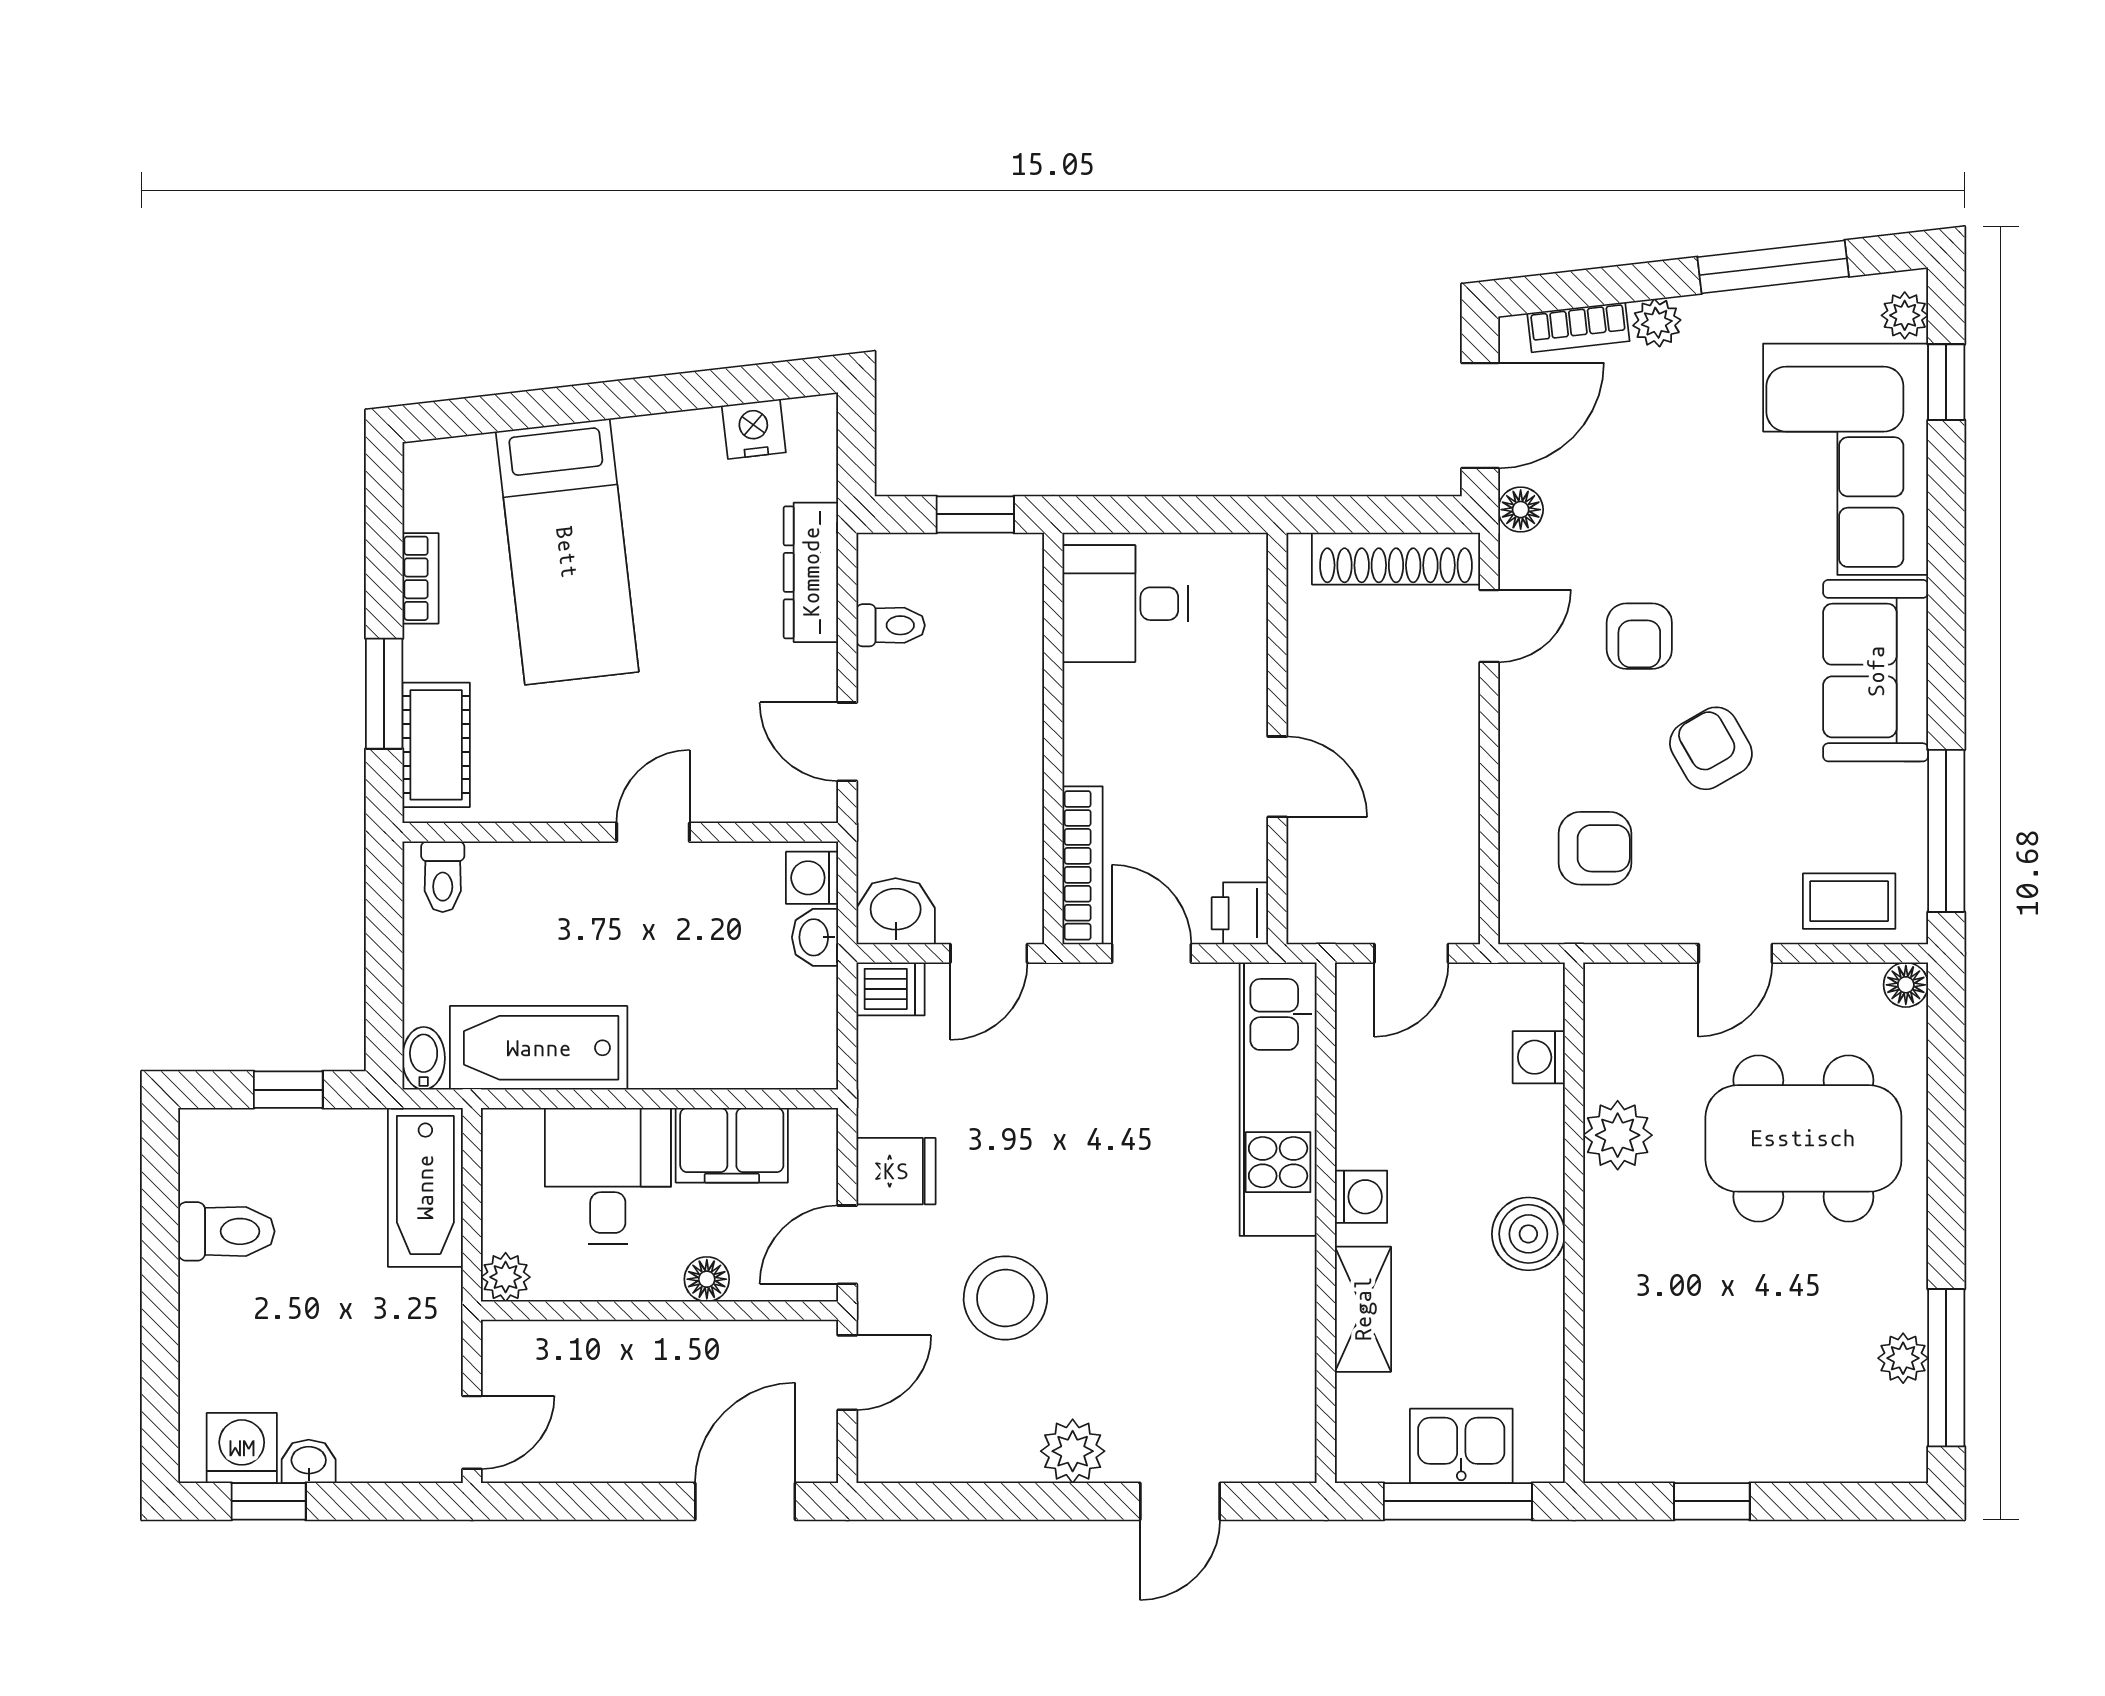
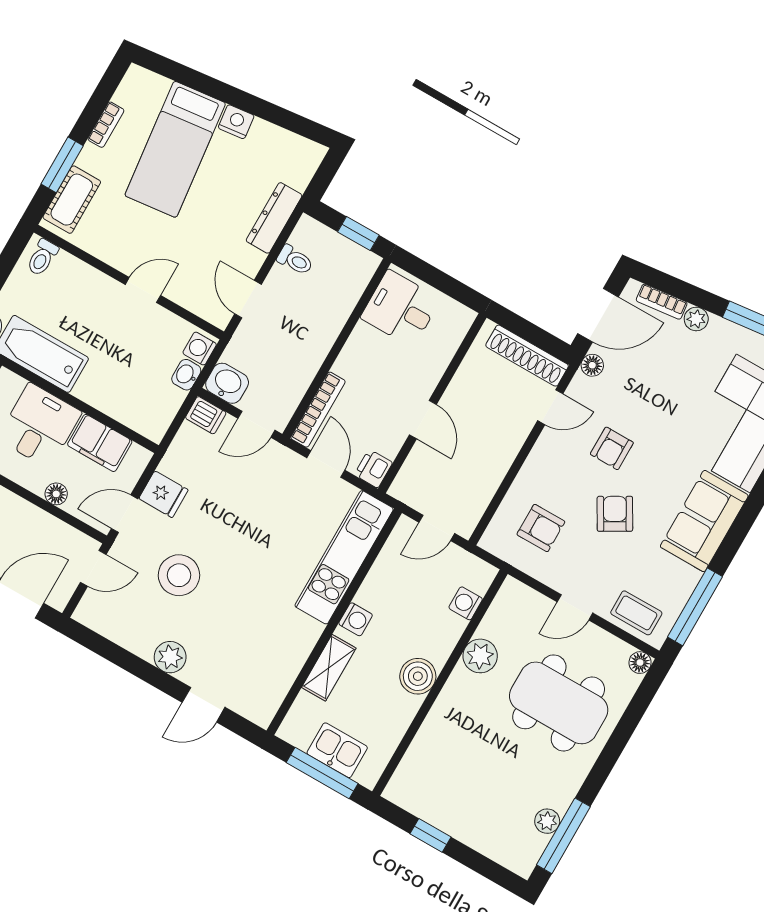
nightstand: (754, 429) -> (236, 122), moved

